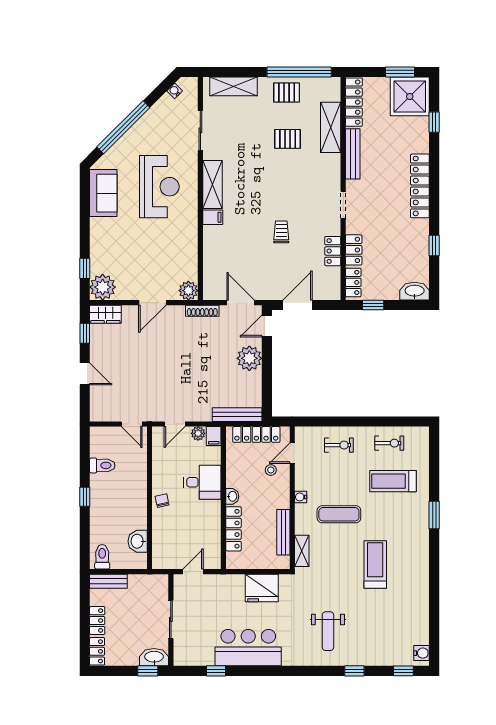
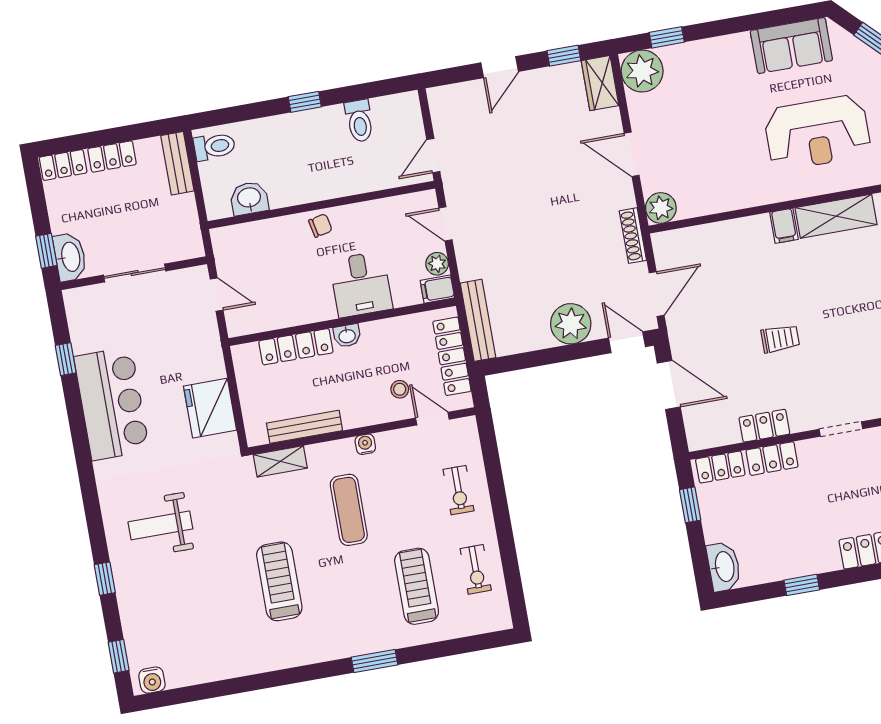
treadmill: (375, 565) -> (279, 581), turned -90

